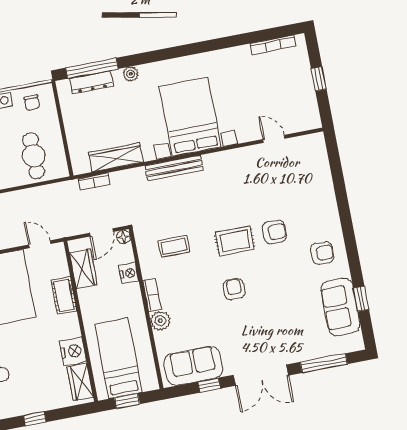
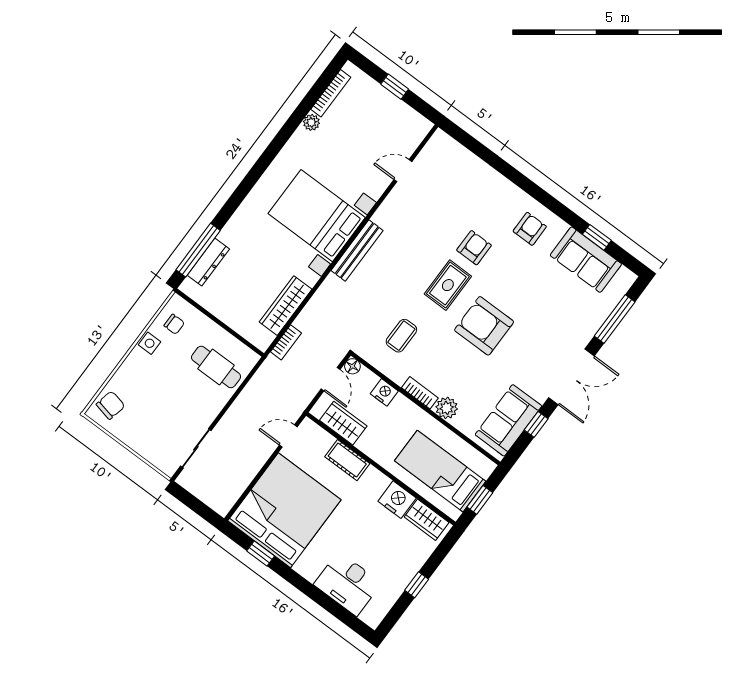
plant: (131, 74) -> (311, 122), moved
bench: (174, 168) -> (357, 250), moved
armchair: (234, 289) -> (484, 326), width x1.88, depth x1.88

